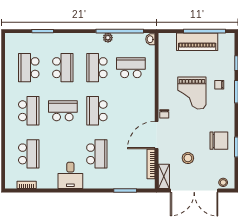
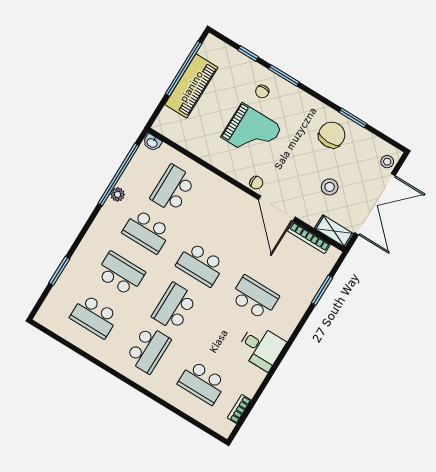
school desk: (29, 111) -> (148, 349), turned 90
school desk: (29, 154) -> (202, 383), turned 180

